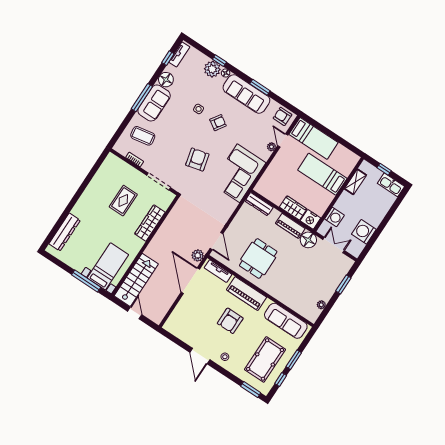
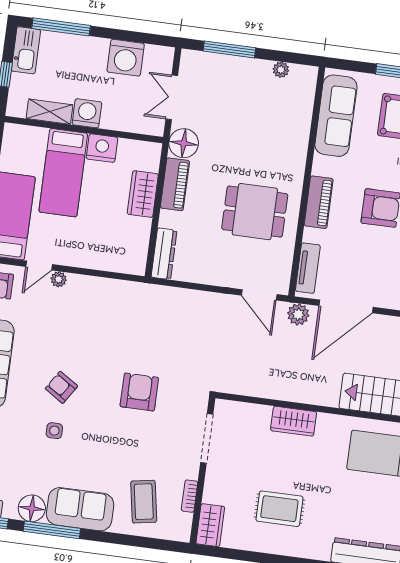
window: (142, 98) -> (52, 530), moved
armchair: (197, 160) -> (139, 392), turned 104
wardrobe: (116, 163) -> (210, 525), added
corner sofa: (238, 173) -> (129, 313), removed
rug: (123, 201) -> (279, 509), moved
window: (394, 208) -> (61, 27), added
washing machine: (334, 217) -> (87, 113), moved
nightstand: (310, 219) -> (102, 148), moved, turned -90
wardrobe: (150, 223) -> (294, 421), width x0.67
door: (216, 241) -> (259, 295), swing flipped
window: (343, 284) -> (229, 49), width x1.44
piano: (247, 294) -> (319, 202), width x0.73, depth x0.75

